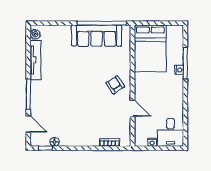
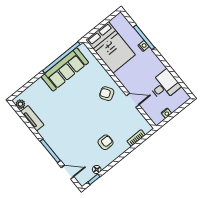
tv unit: (35, 60) -> (32, 118), width x0.71
armchair: (81, 125) -> (106, 142), added
desk: (170, 132) -> (164, 85), moved, turned -90

